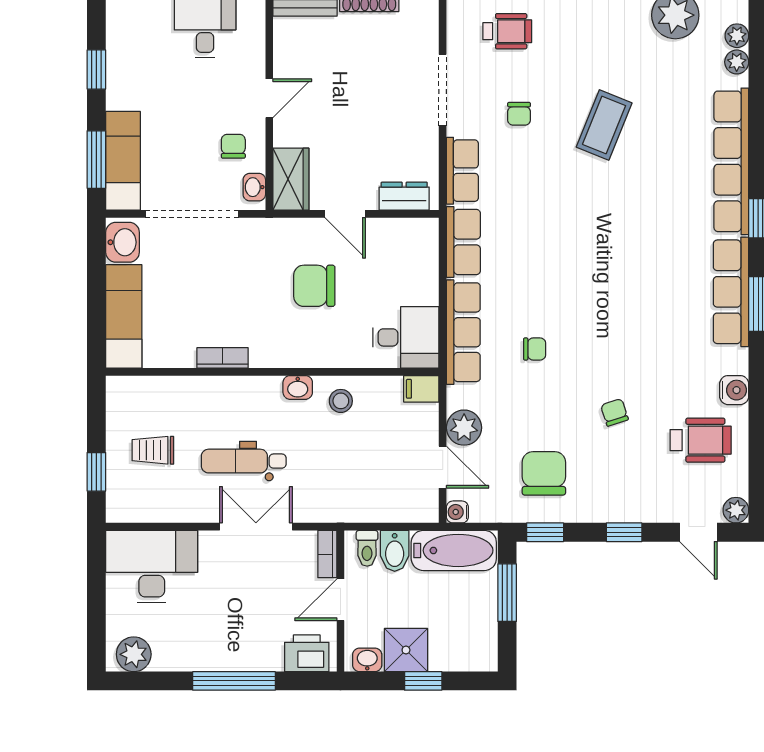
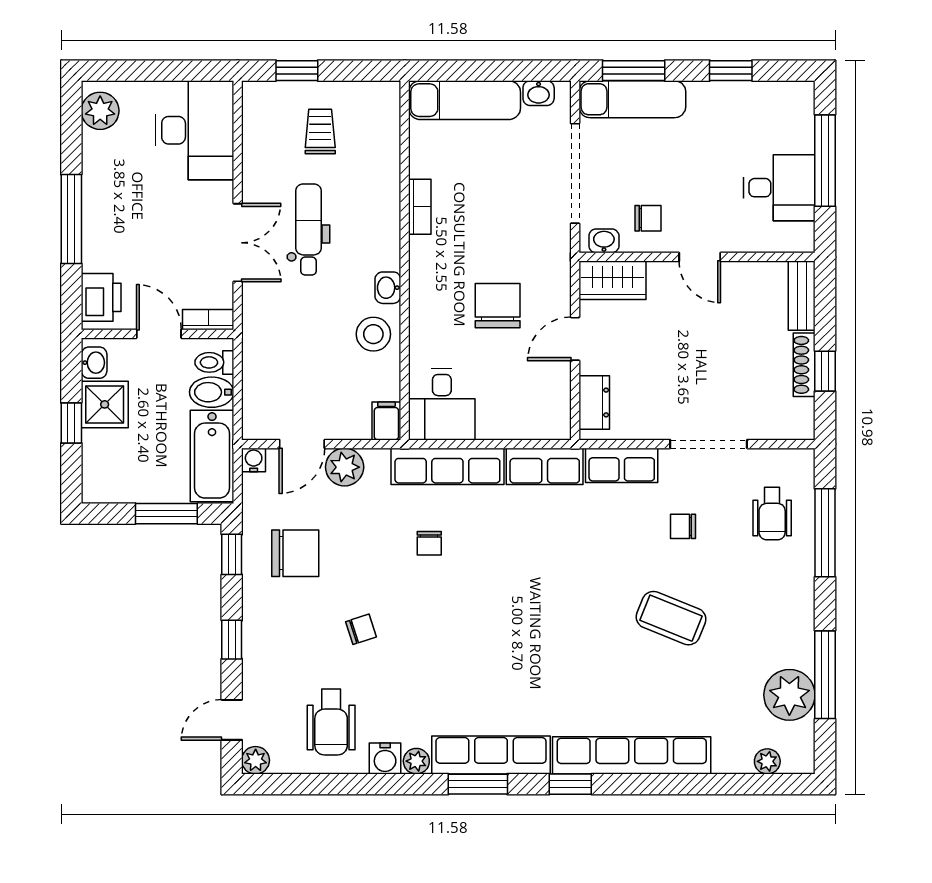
plant: (737, 62) -> (416, 761), moved
washbasin: (123, 242) -> (539, 93), width x0.72, depth x0.69
stool: (341, 401) -> (373, 334), width x1.37, depth x1.37

